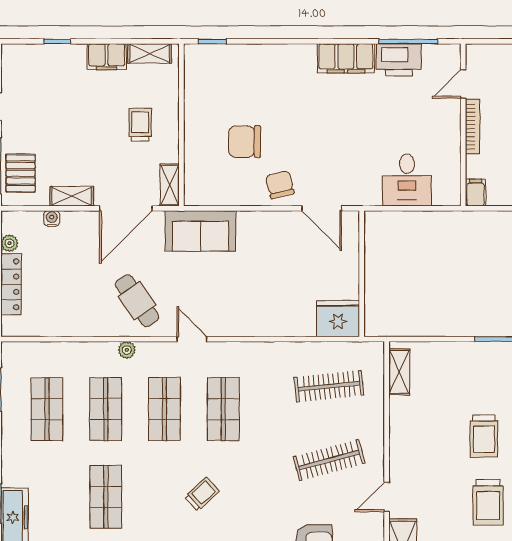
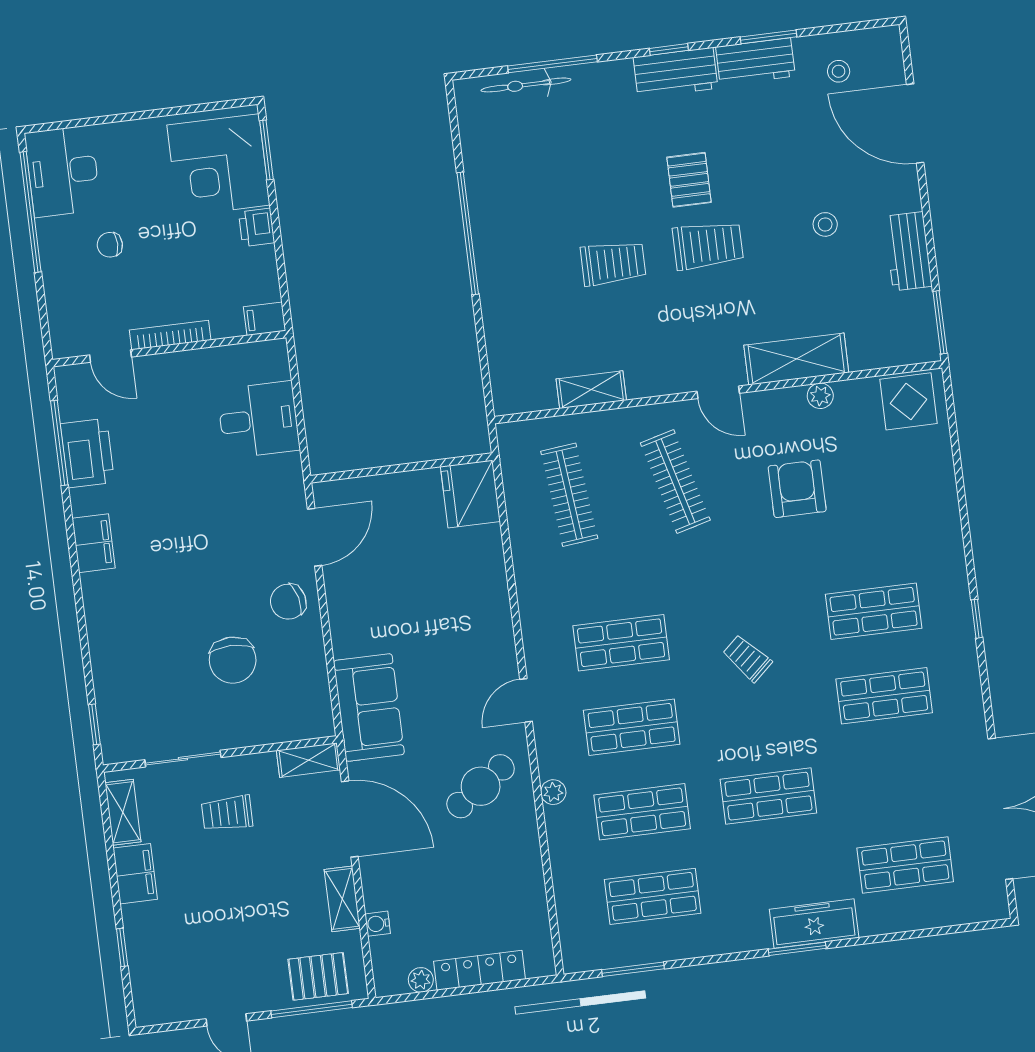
filing cabinet: (346, 58) -> (94, 543), width x0.67, depth x0.86
sliding door: (181, 99) -> (183, 759), added
shelving: (399, 372) -> (591, 390), moved

